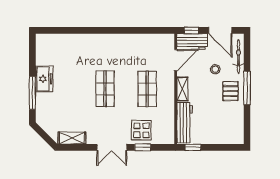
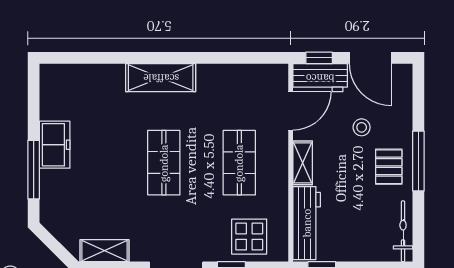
shelving: (103, 41) -> (161, 78), added
bicycle: (238, 57) -> (403, 231), moved
display table: (141, 130) -> (249, 237), moved

